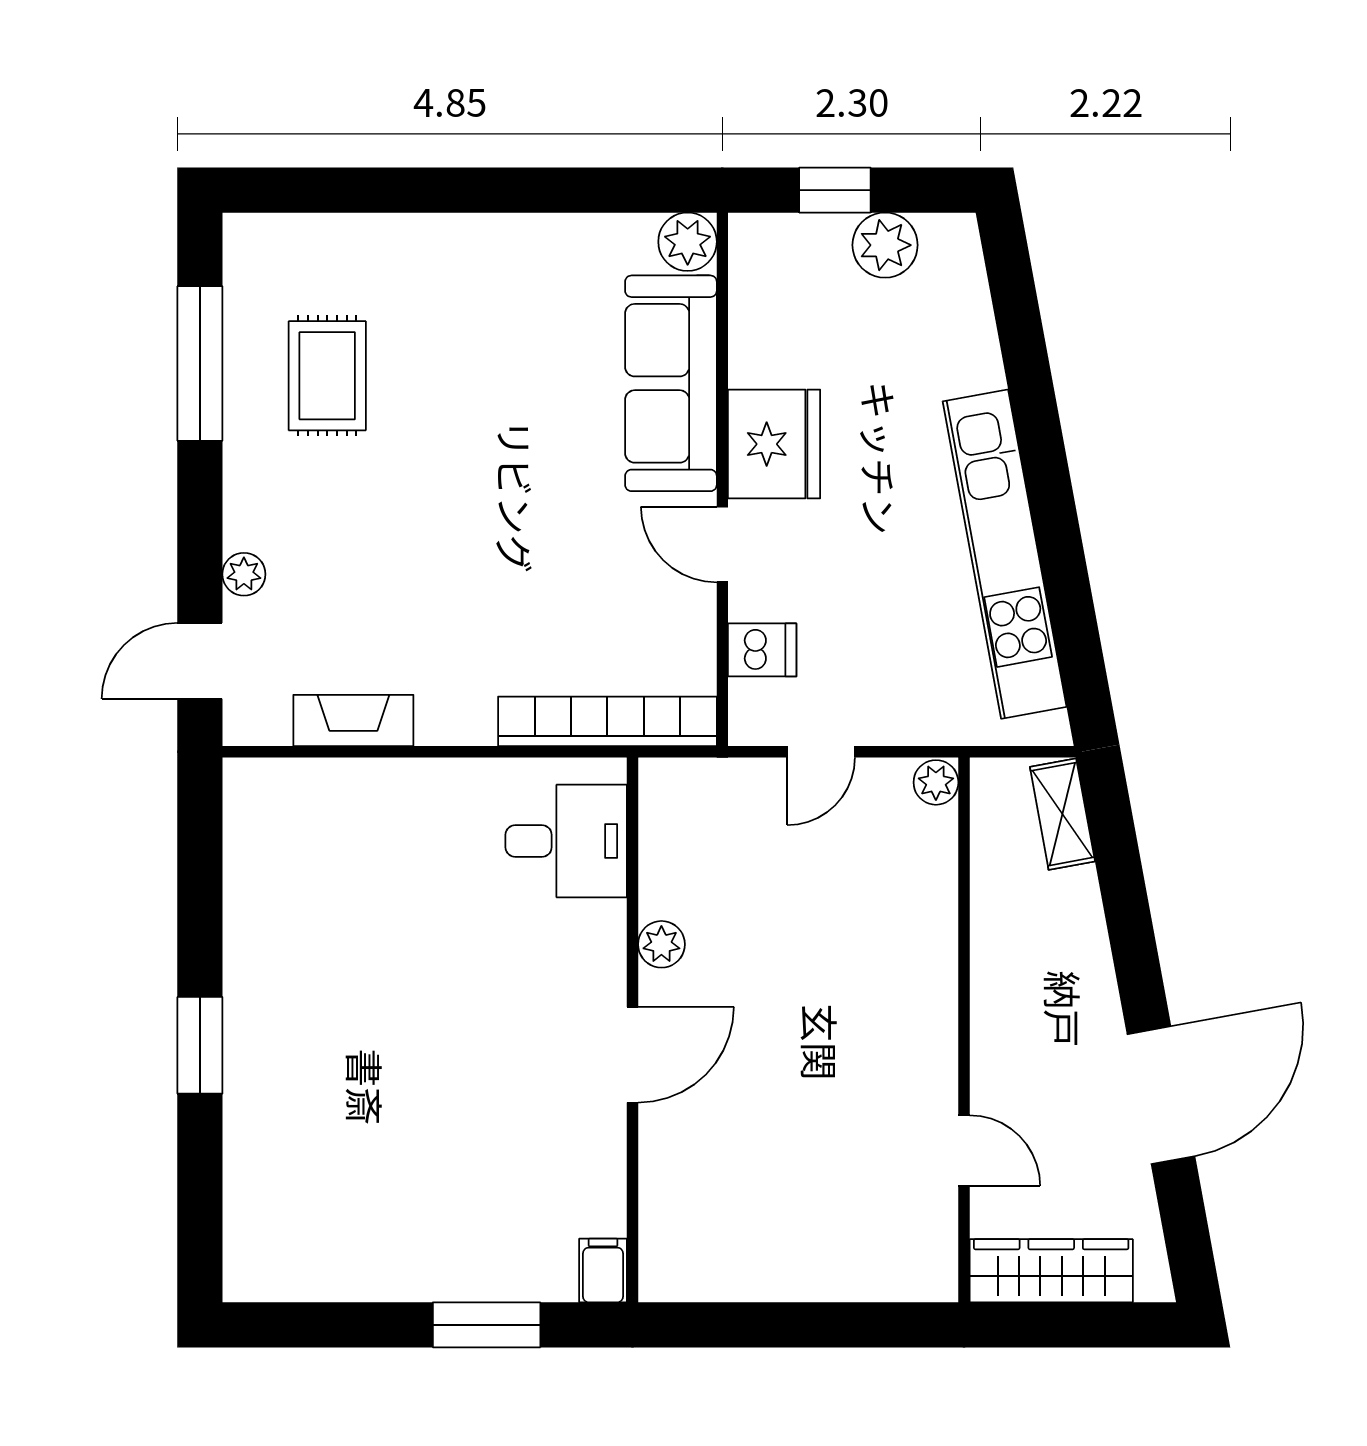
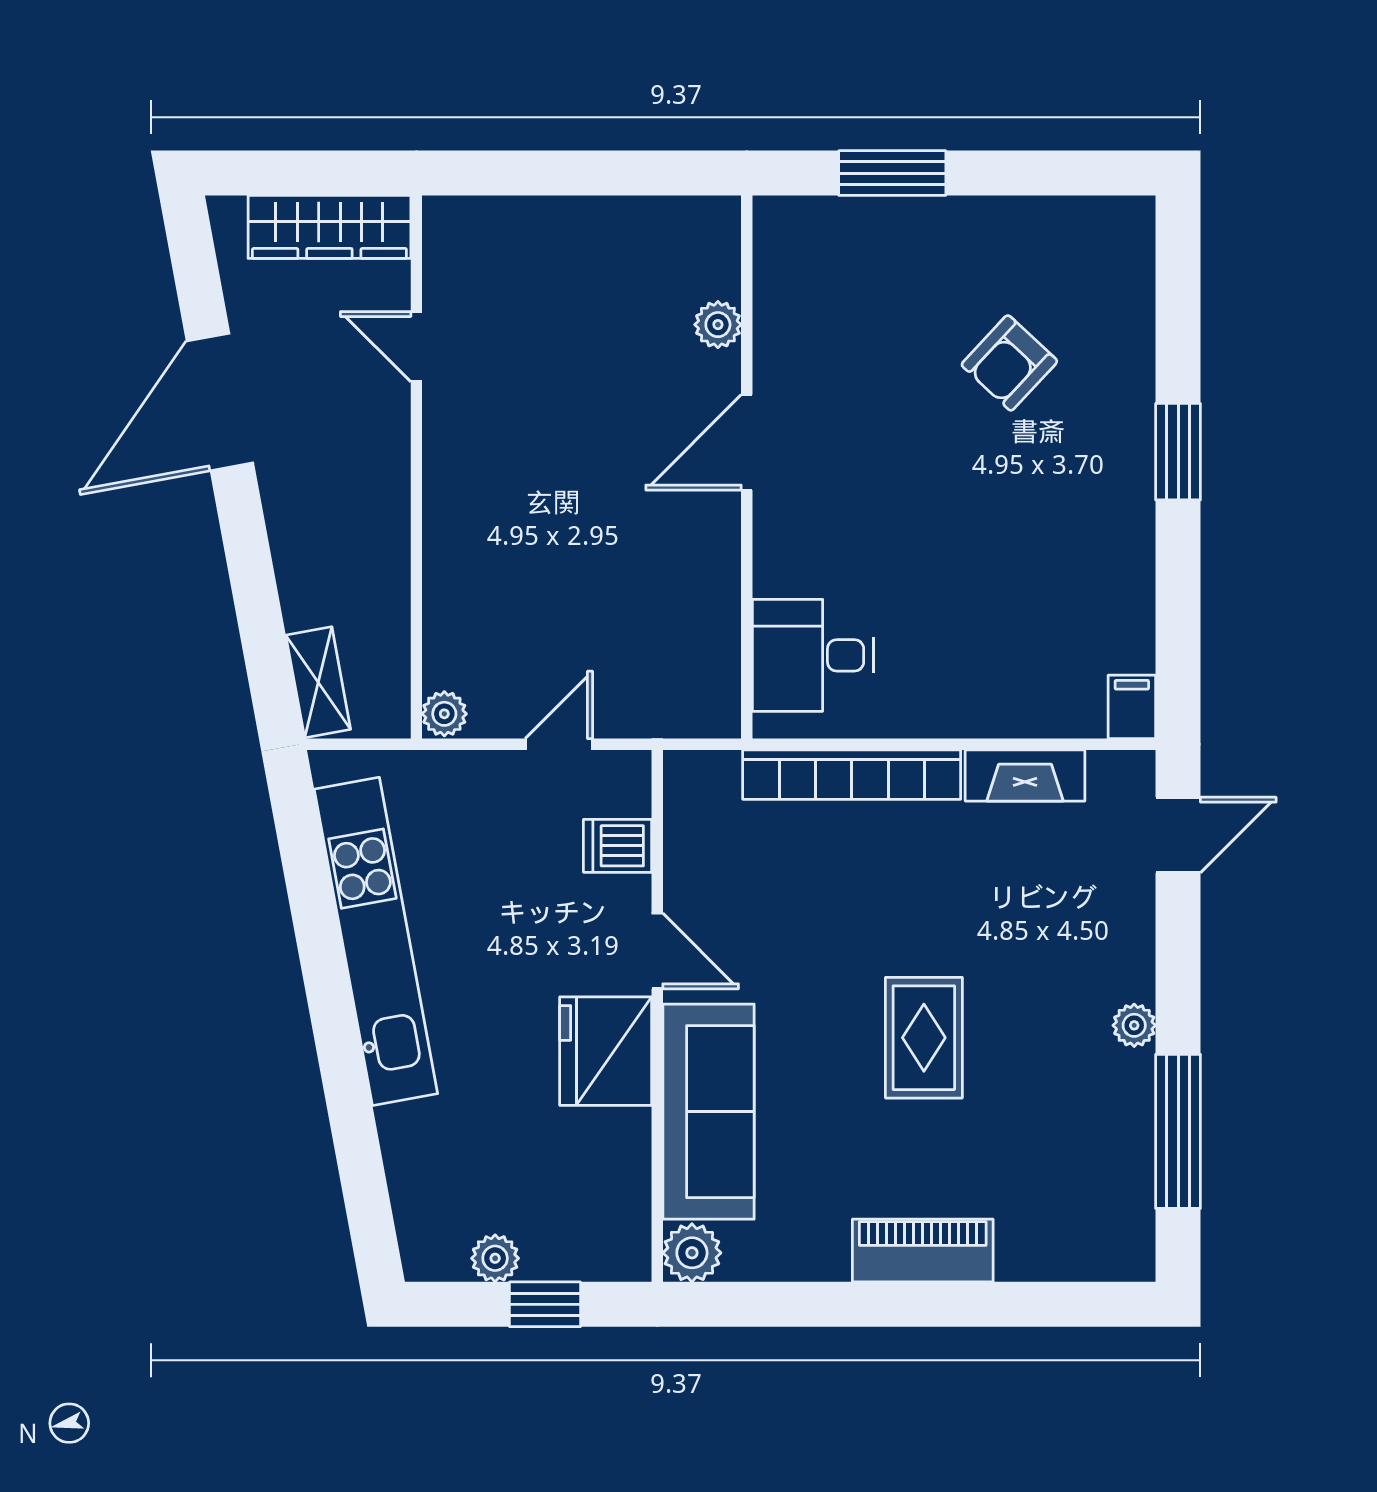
piano: (456, 244) -> (923, 1250), added
plant: (885, 245) -> (495, 1258), width x0.73, depth x0.73
rug: (327, 376) -> (924, 1038), moved
plant: (244, 574) -> (1134, 1025), moved
bookcase: (607, 721) -> (852, 775), moved
plant: (661, 944) -> (718, 325), moved
armchair: (369, 1134) -> (1009, 363), added
filing cabinet: (603, 1271) -> (1132, 707), moved, turned 180

